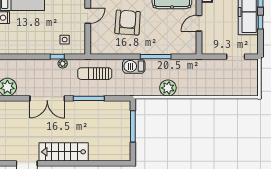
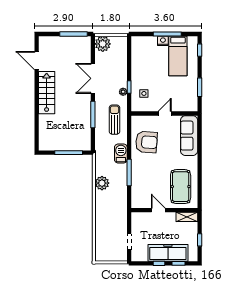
door: (88, 16) -> (165, 113), swing flipped
armchair: (128, 23) -> (146, 142), moved

